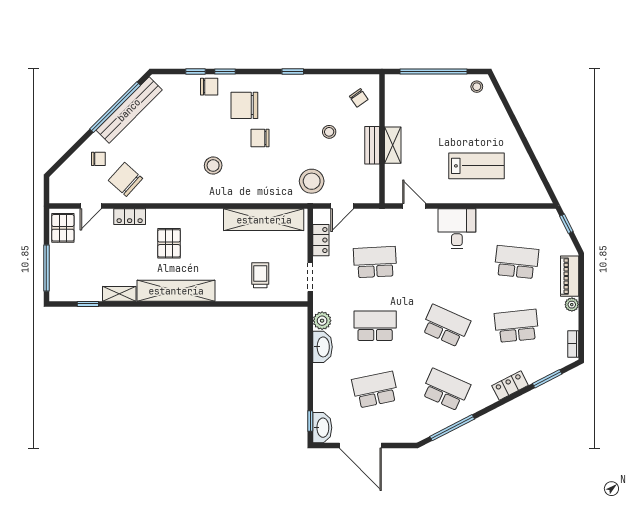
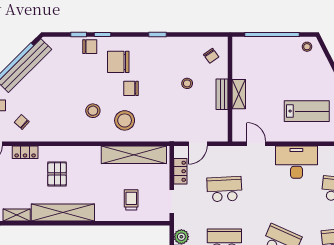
chair: (126, 179) -> (22, 122), width x0.54, depth x0.54
stool: (312, 181) -> (125, 120), moved
desk: (457, 229) -> (296, 162), width x1.37

